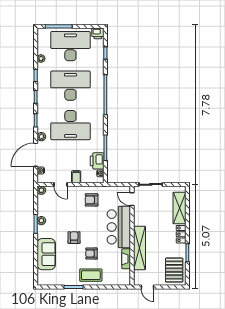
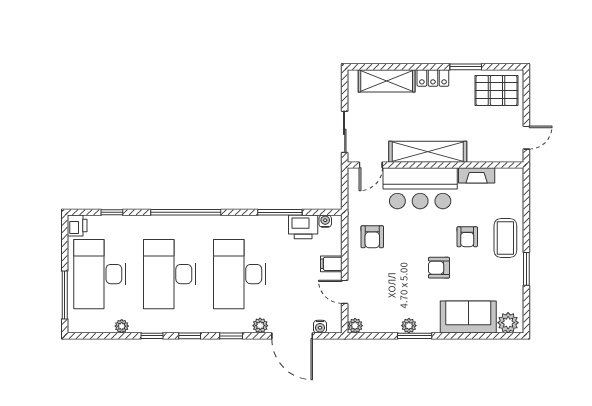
desk: (70, 125) -> (240, 274), turned 180
door: (60, 184) -> (345, 292), swing flipped
shelving: (140, 248) -> (428, 152), moved
plant: (43, 277) -> (508, 323), added

